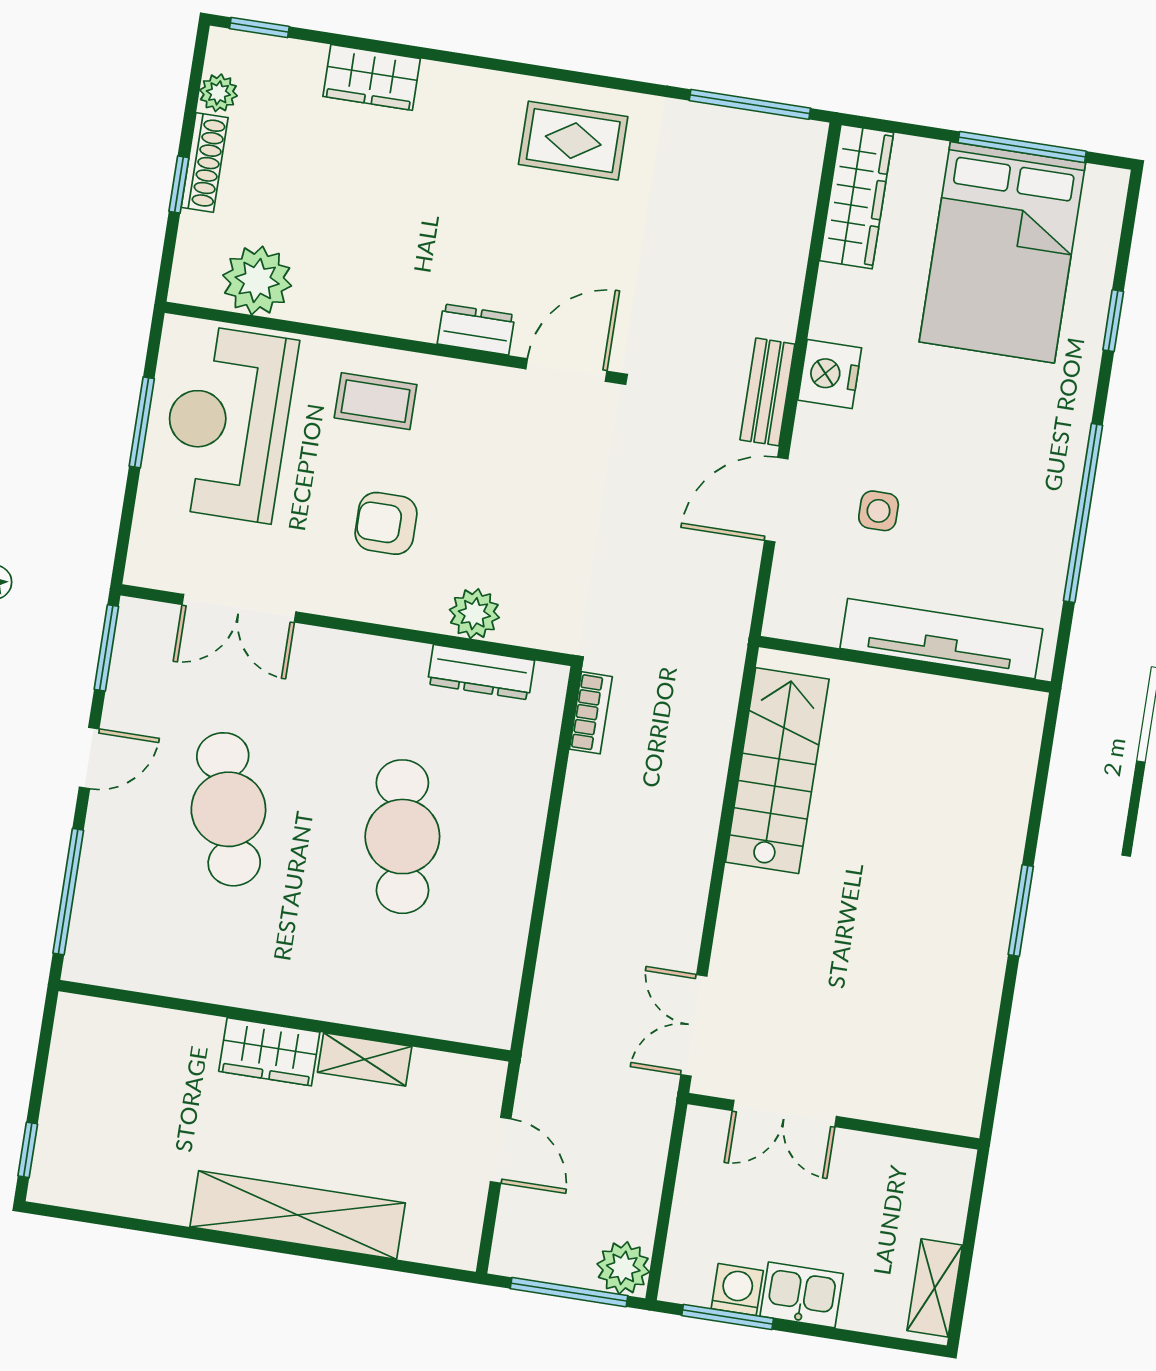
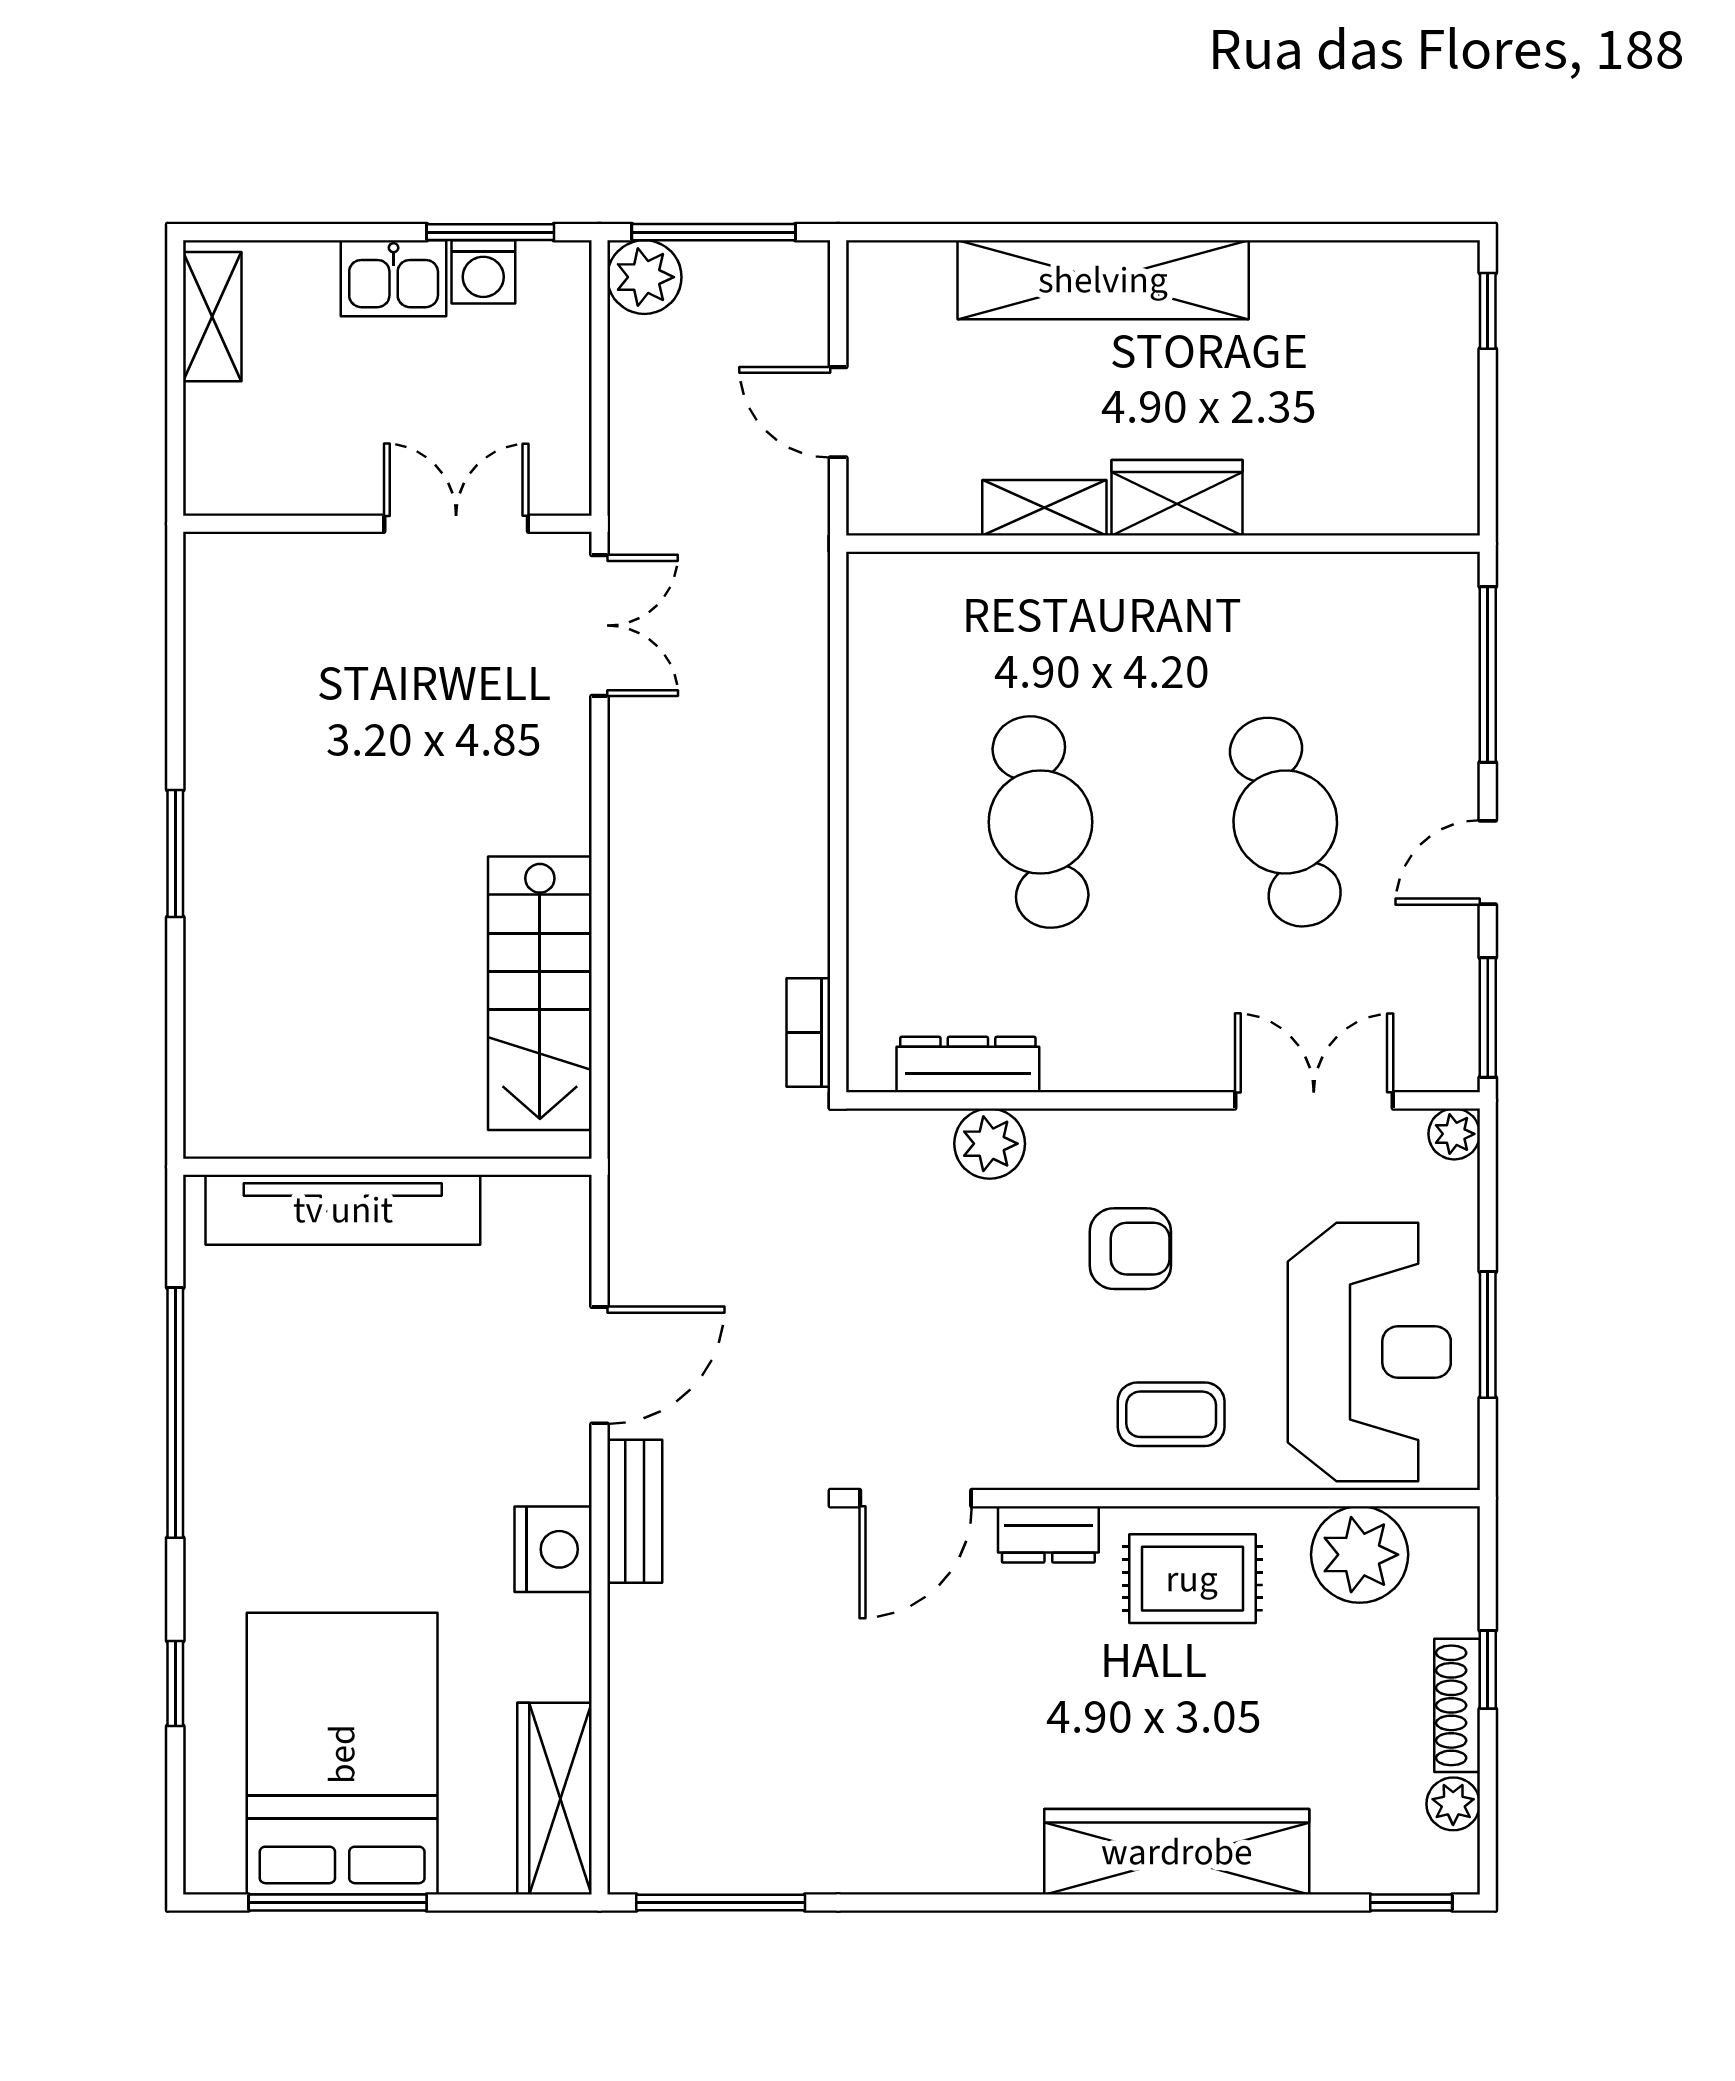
wardrobe: (372, 77) -> (1177, 1852), width x2.10, depth x1.17
rug: (573, 141) -> (1192, 1579), moved
side table: (879, 511) -> (457, 1372), removed
plant: (143, 569) -> (1454, 1134), added

